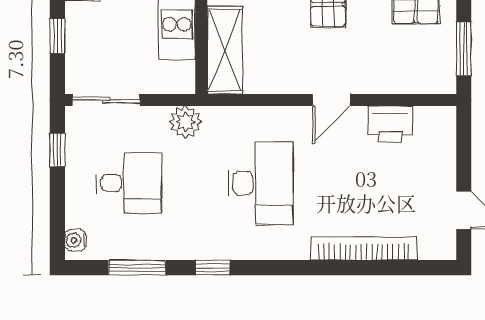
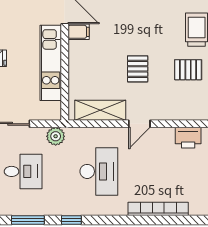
shelving: (225, 50) -> (100, 110), moved, turned 90
printer: (390, 124) -> (188, 138), moved

